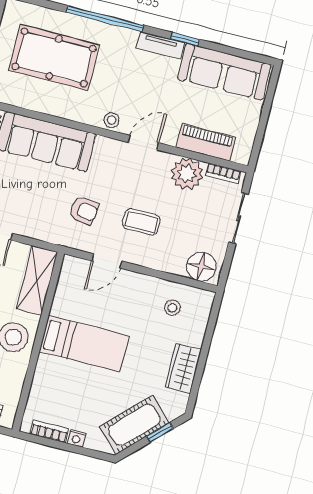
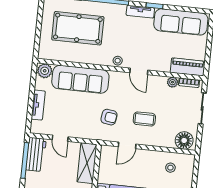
piano: (206, 142) -> (188, 67), moved
door: (144, 143) -> (139, 71), swing flipped
plant: (187, 174) -> (172, 82), width x0.53, depth x0.53

